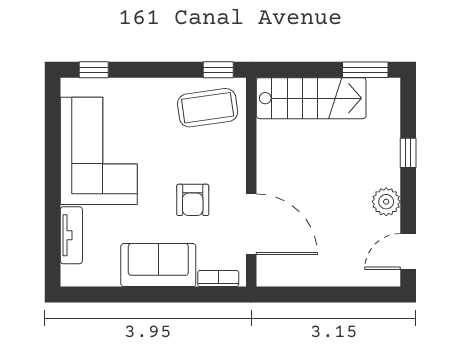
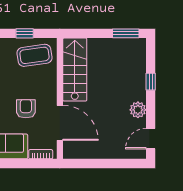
window: (218, 70) -> (25, 33), moved
stairs: (311, 98) -> (75, 70), moved, turned -90
armchair: (193, 200) -> (26, 109), turned 180

